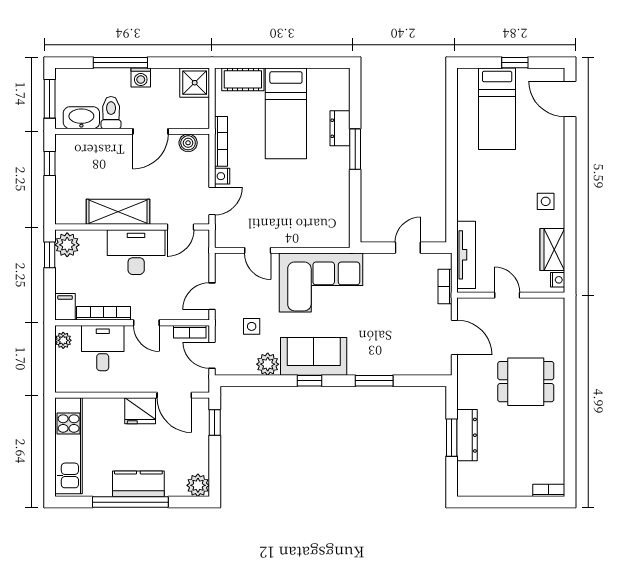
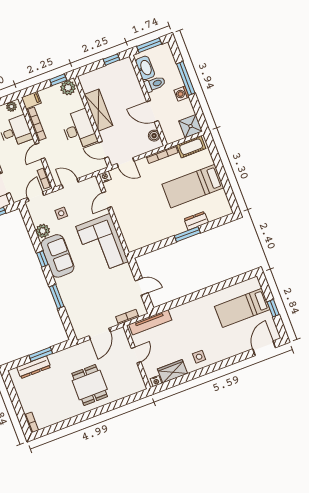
cot: (243, 79) -> (191, 147), moved, turned 90
nightstand: (222, 176) -> (105, 177), moved
dresser: (467, 435) -> (34, 367), moved

